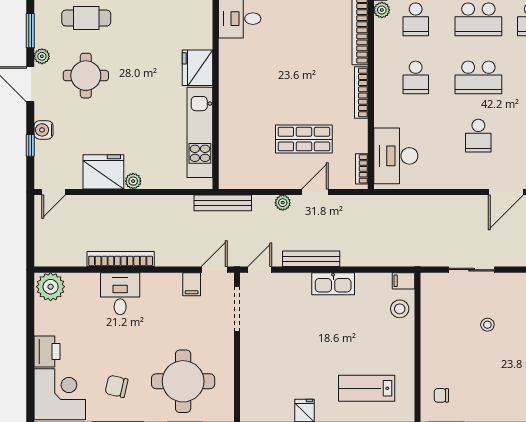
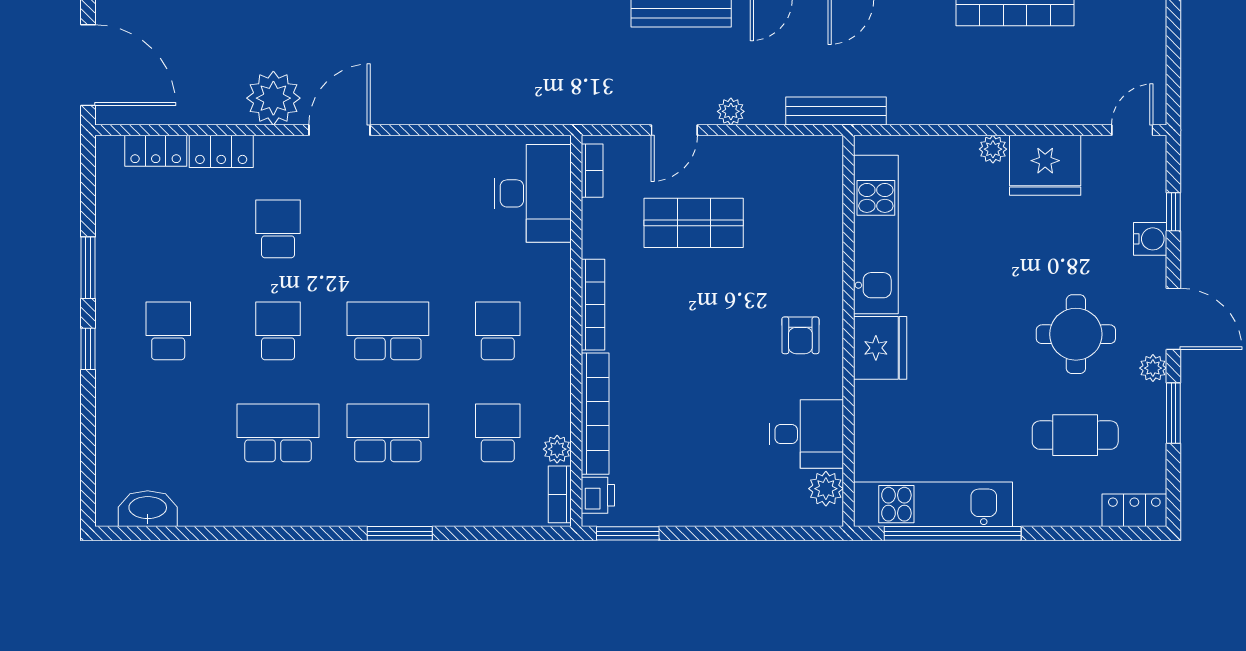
armchair: (243, 75) -> (800, 335), added
school desk: (478, 136) -> (388, 229), removed

